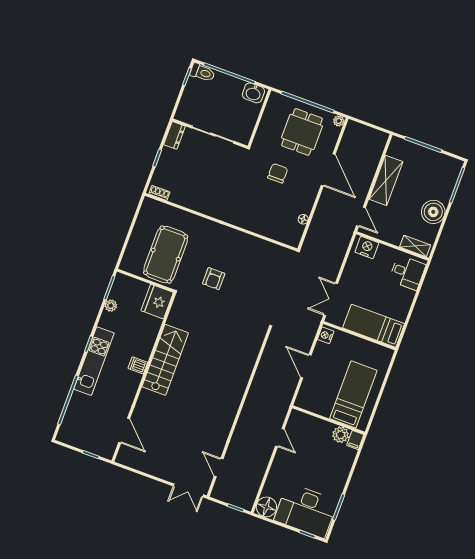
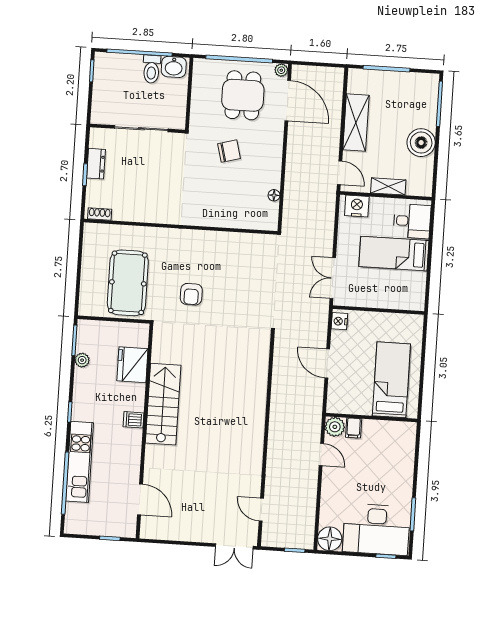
toilet: (202, 72) -> (151, 69), moved, turned 90
dresser: (174, 135) -> (96, 164), moved
door: (328, 170) -> (288, 101), moved
chair: (278, 173) -> (229, 151), turned 75
shelving: (415, 246) -> (388, 186), moved
fridge: (157, 302) -> (132, 365), moved
bed: (374, 326) -> (394, 254), moved
kitchen unit: (94, 361) -> (80, 462), moved
plant: (341, 435) -> (335, 427), moved
filing cabinet: (355, 440) -> (354, 428), moved

